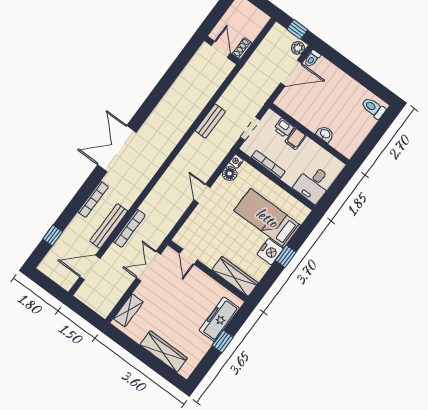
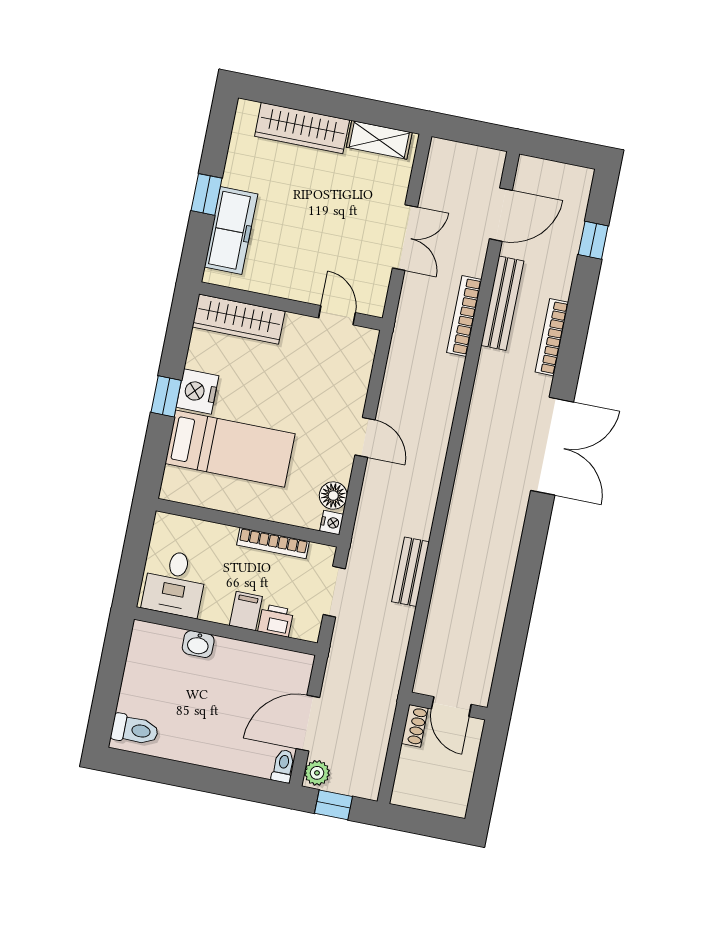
desk: (313, 184) -> (175, 583), moved, turned 180
double door: (148, 266) -> (405, 237), moved
shelving: (128, 310) -> (379, 140), moved, turned 90

